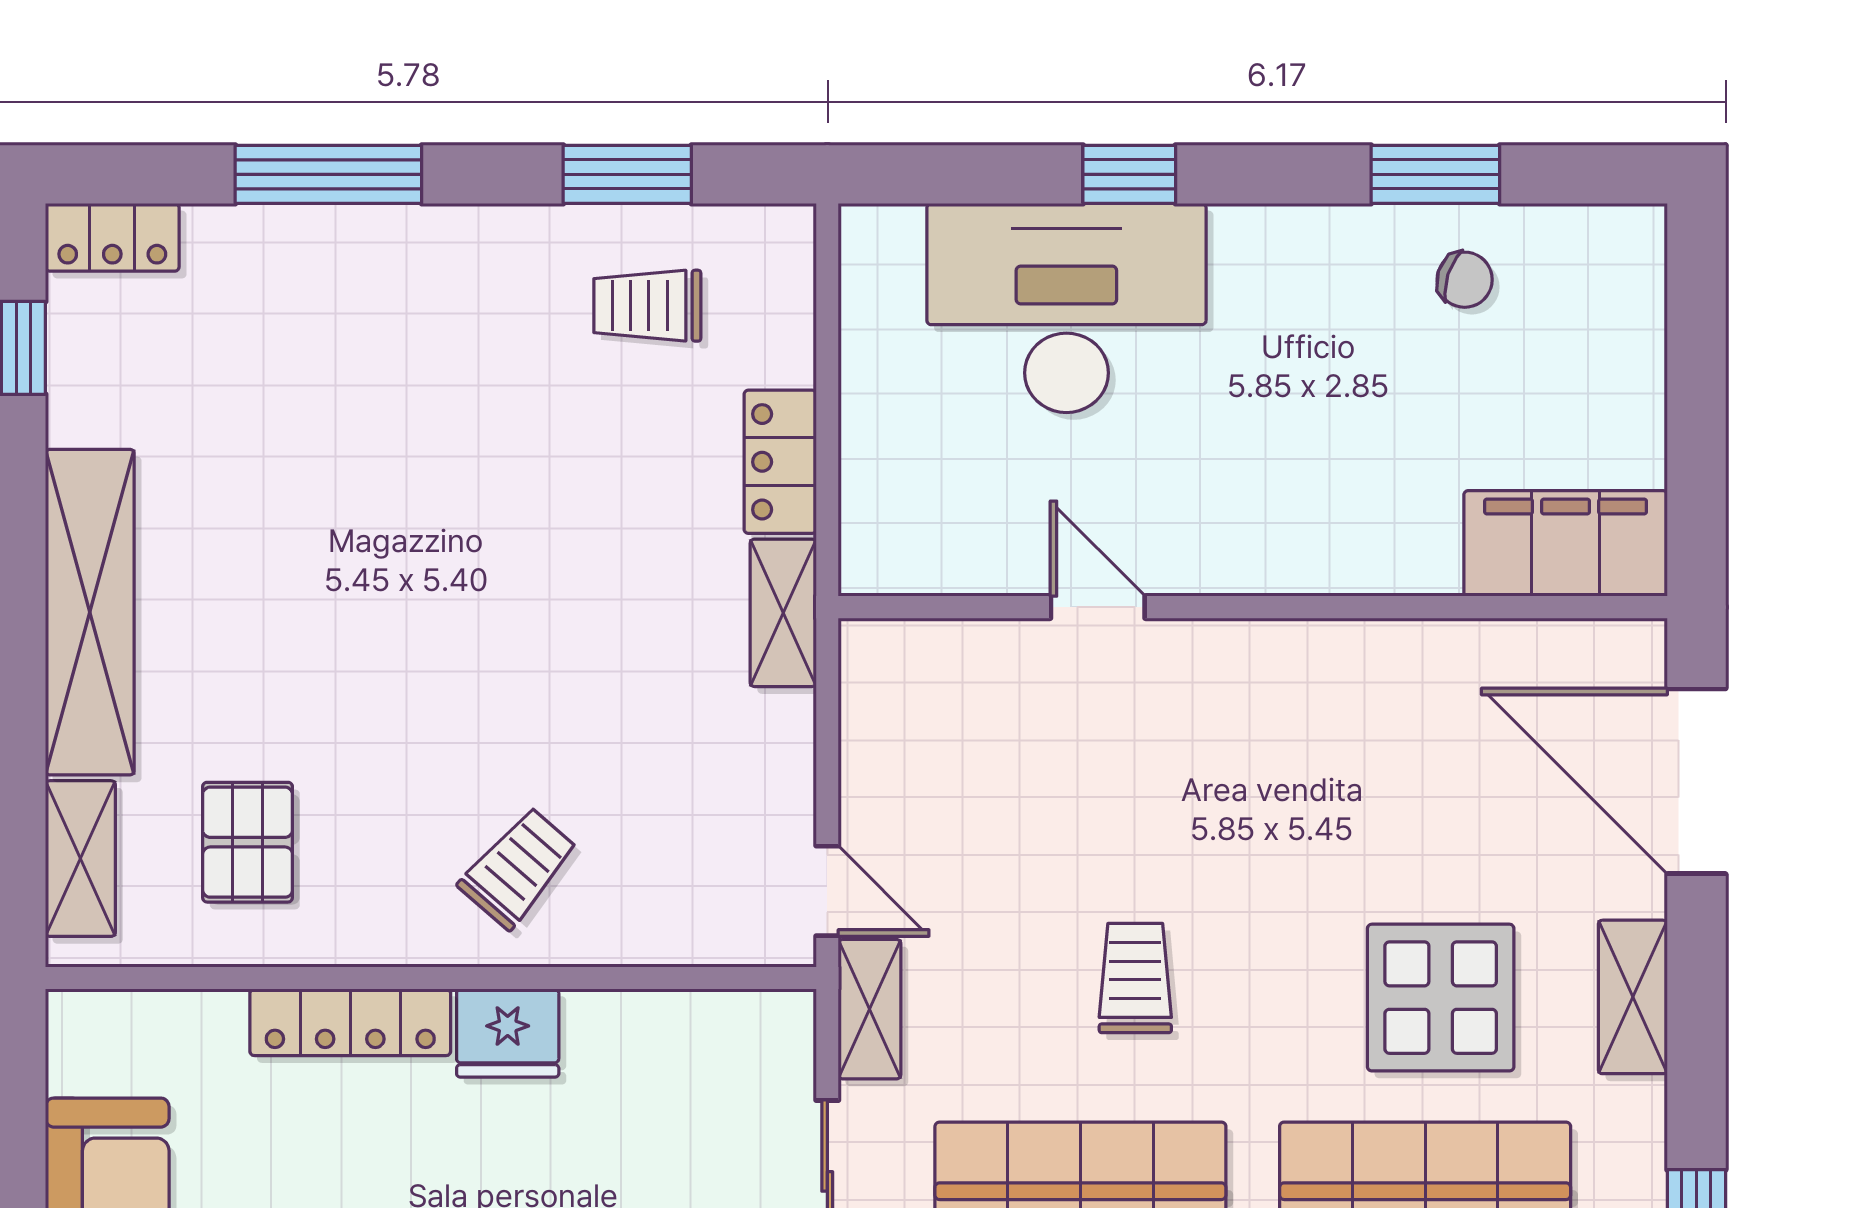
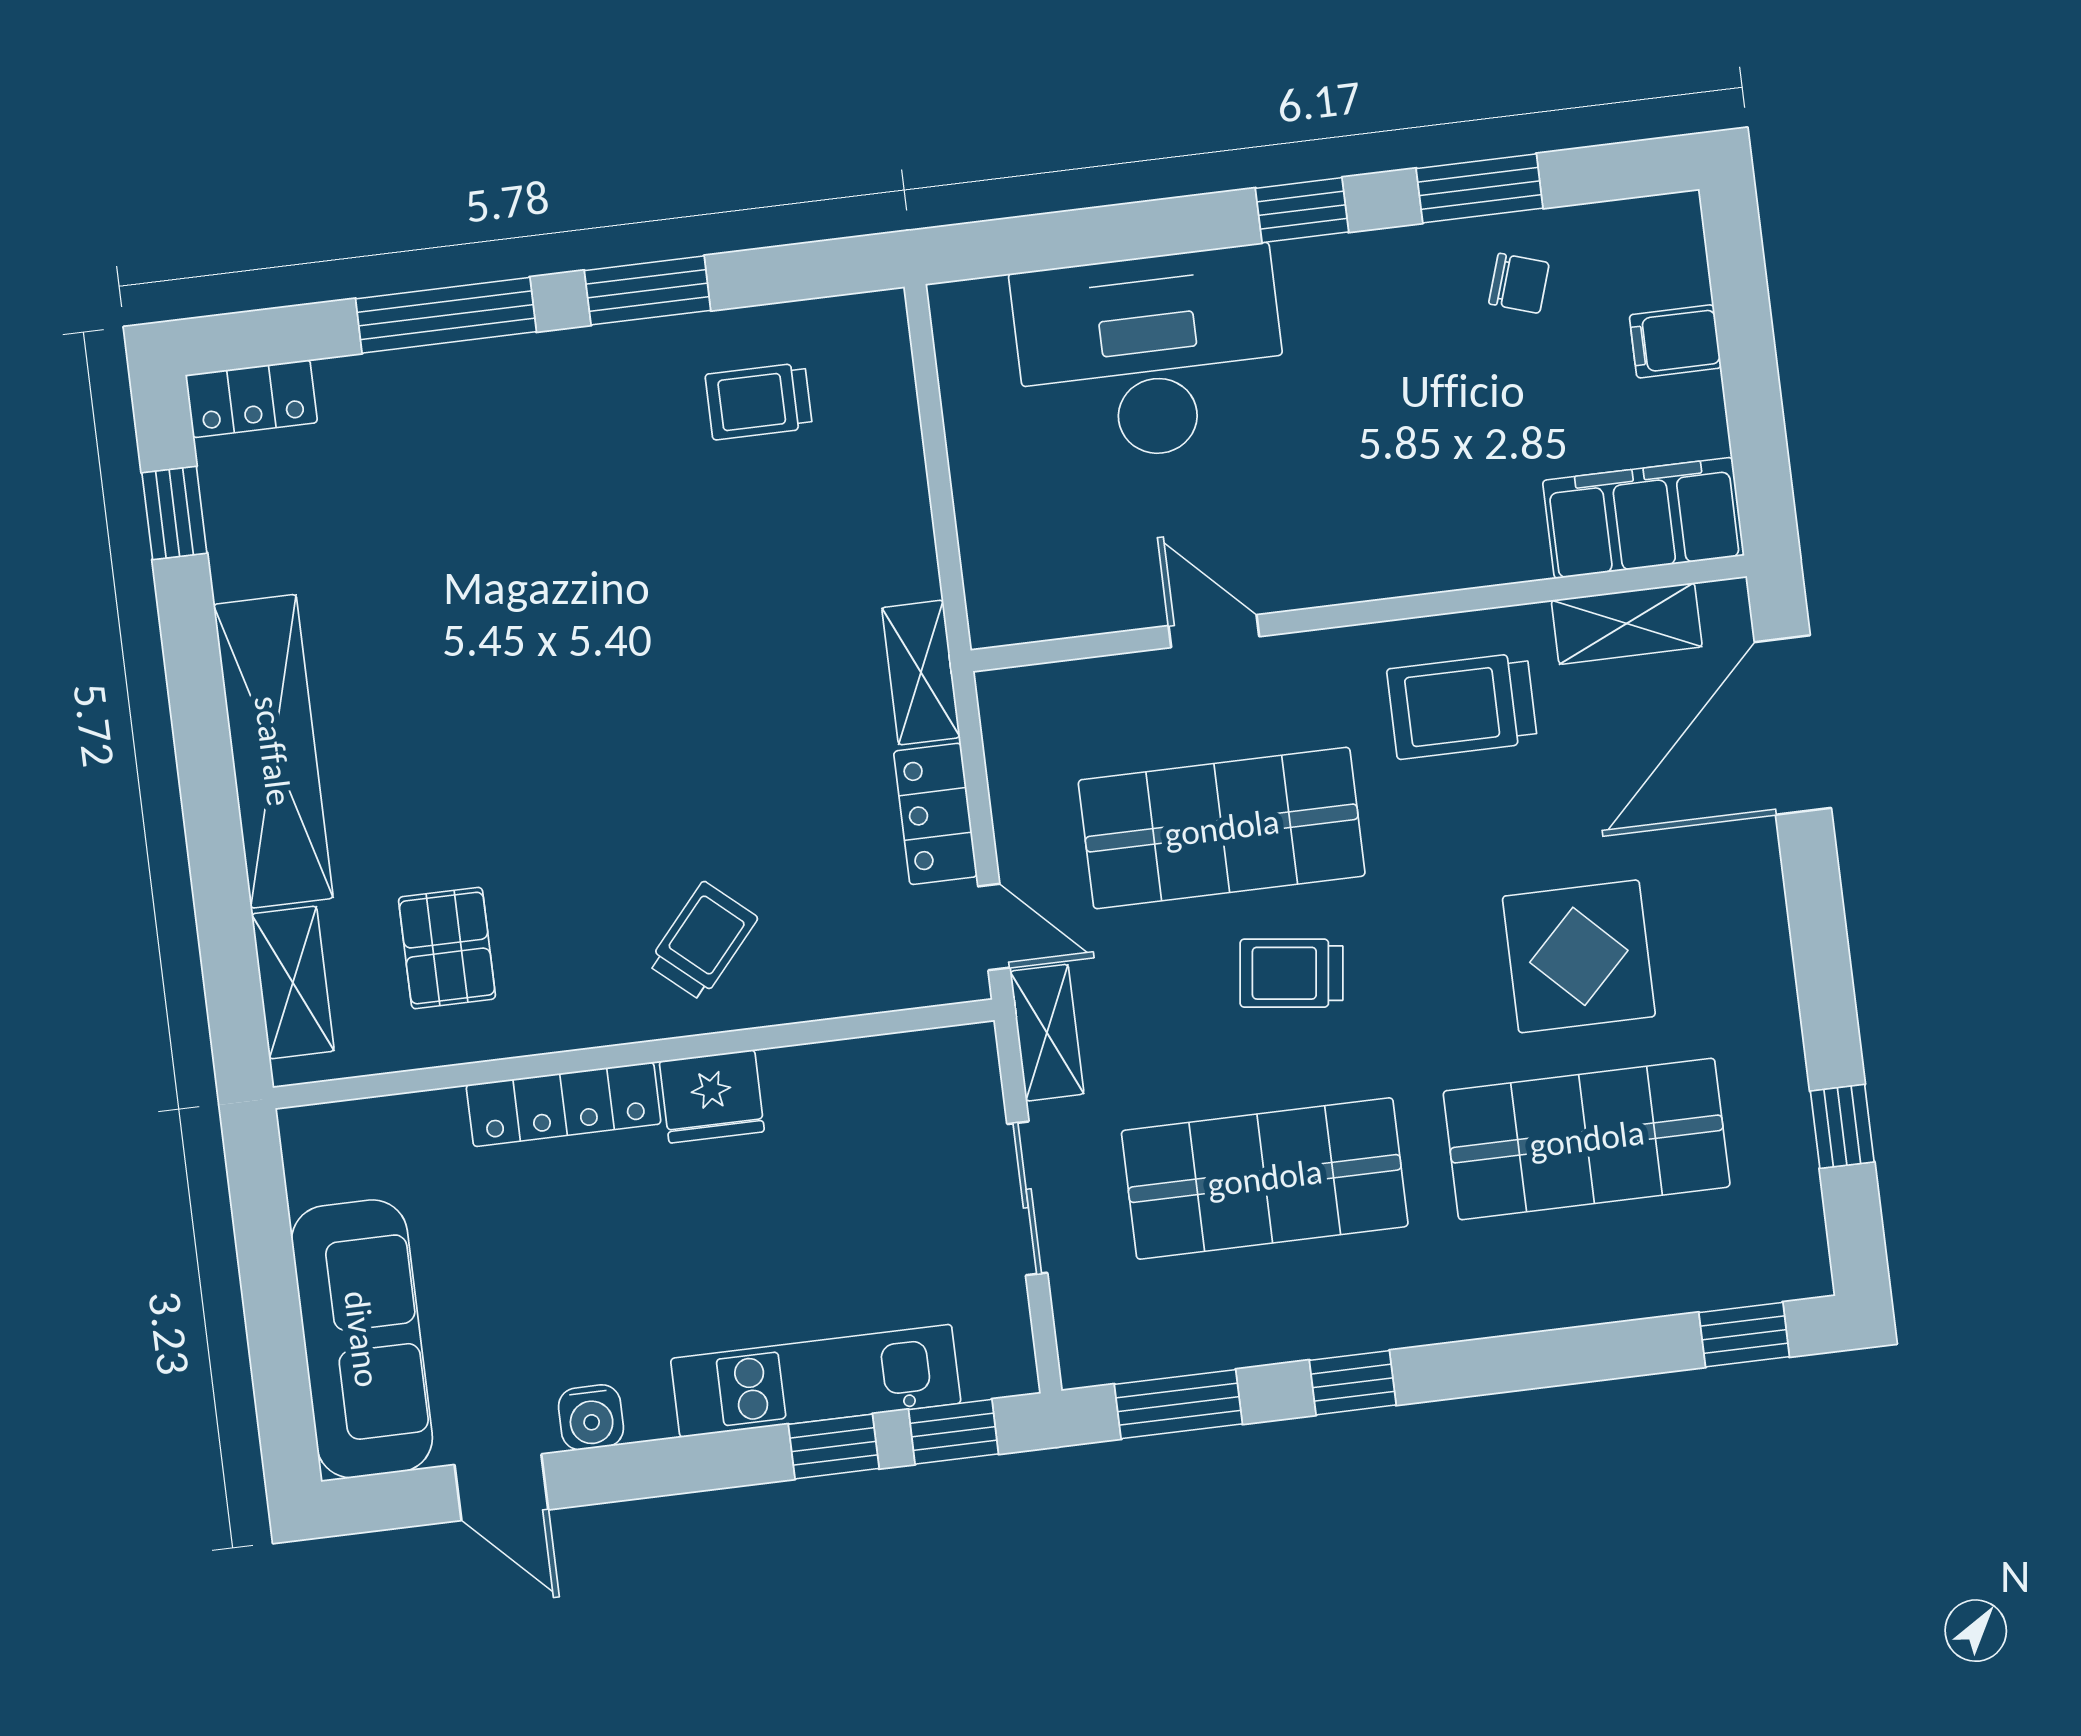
window: (627, 174) -> (648, 290), moved
window: (1129, 174) -> (1302, 210), moved
filing cabinet: (1622, 361) -> (1675, 341), added
locker: (780, 462) -> (935, 814), moved
trolley: (1350, 718) -> (1462, 706), added
door: (1696, 781) -> (1793, 725), hinge flipped
shop shelf: (1080, 816) -> (1222, 828), added
trolley: (1135, 978) -> (1291, 973), turned -83
shelving: (1633, 997) -> (1627, 624), moved, turned 90

